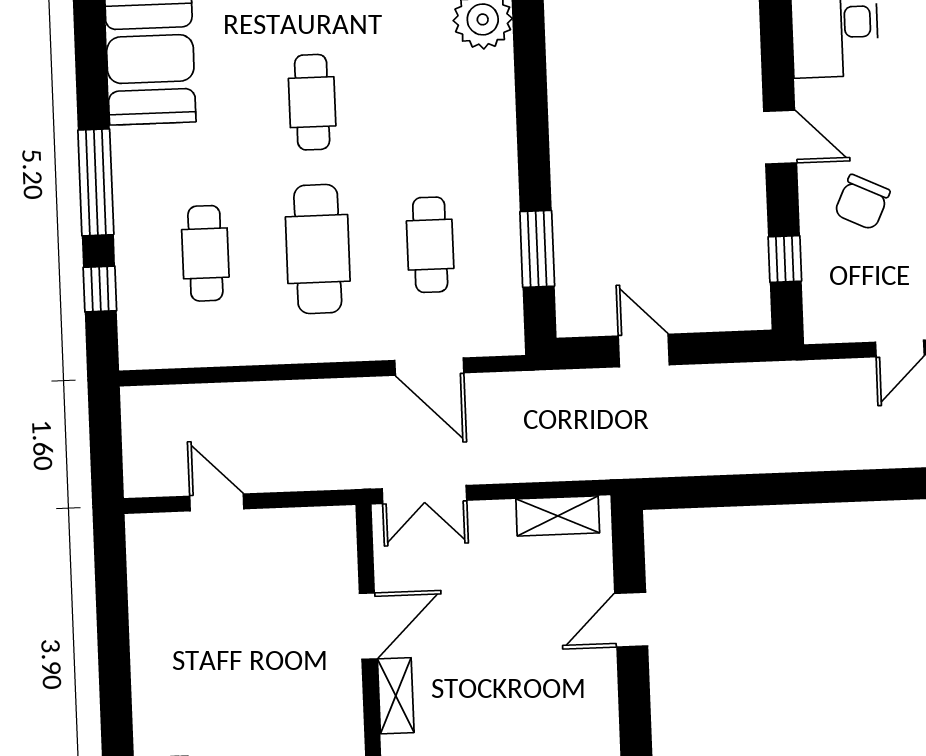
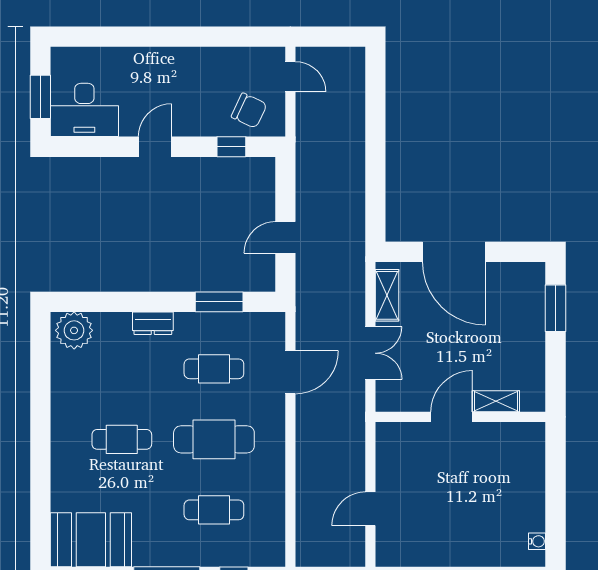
dresser: (499, 145) -> (153, 323), added
chair: (862, 202) -> (249, 111), moved
double door: (424, 494) -> (370, 353), moved
door: (631, 620) -> (454, 252), width x1.87
door: (368, 626) -> (452, 417), hinge flipped

